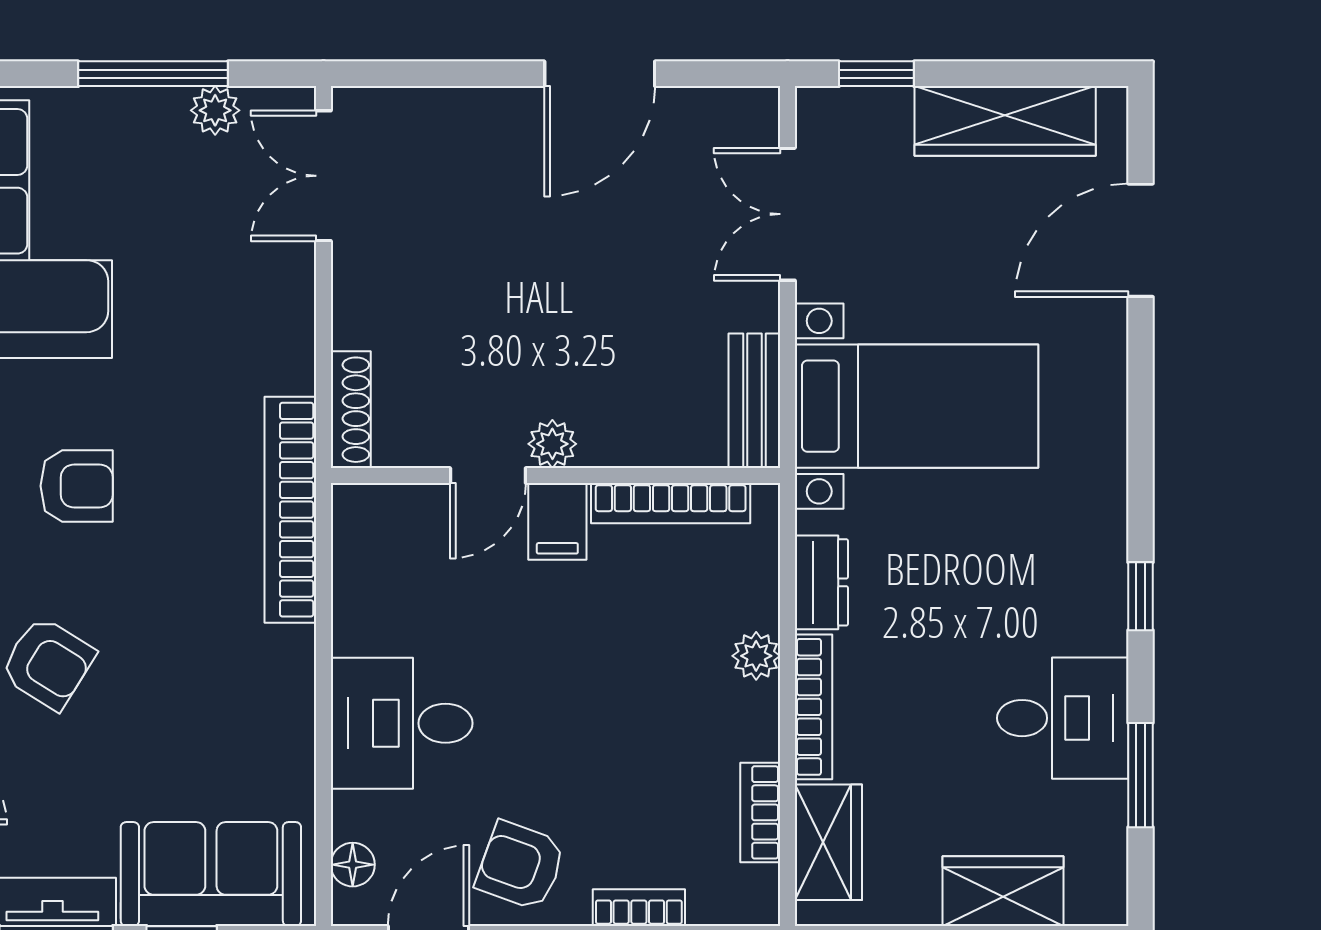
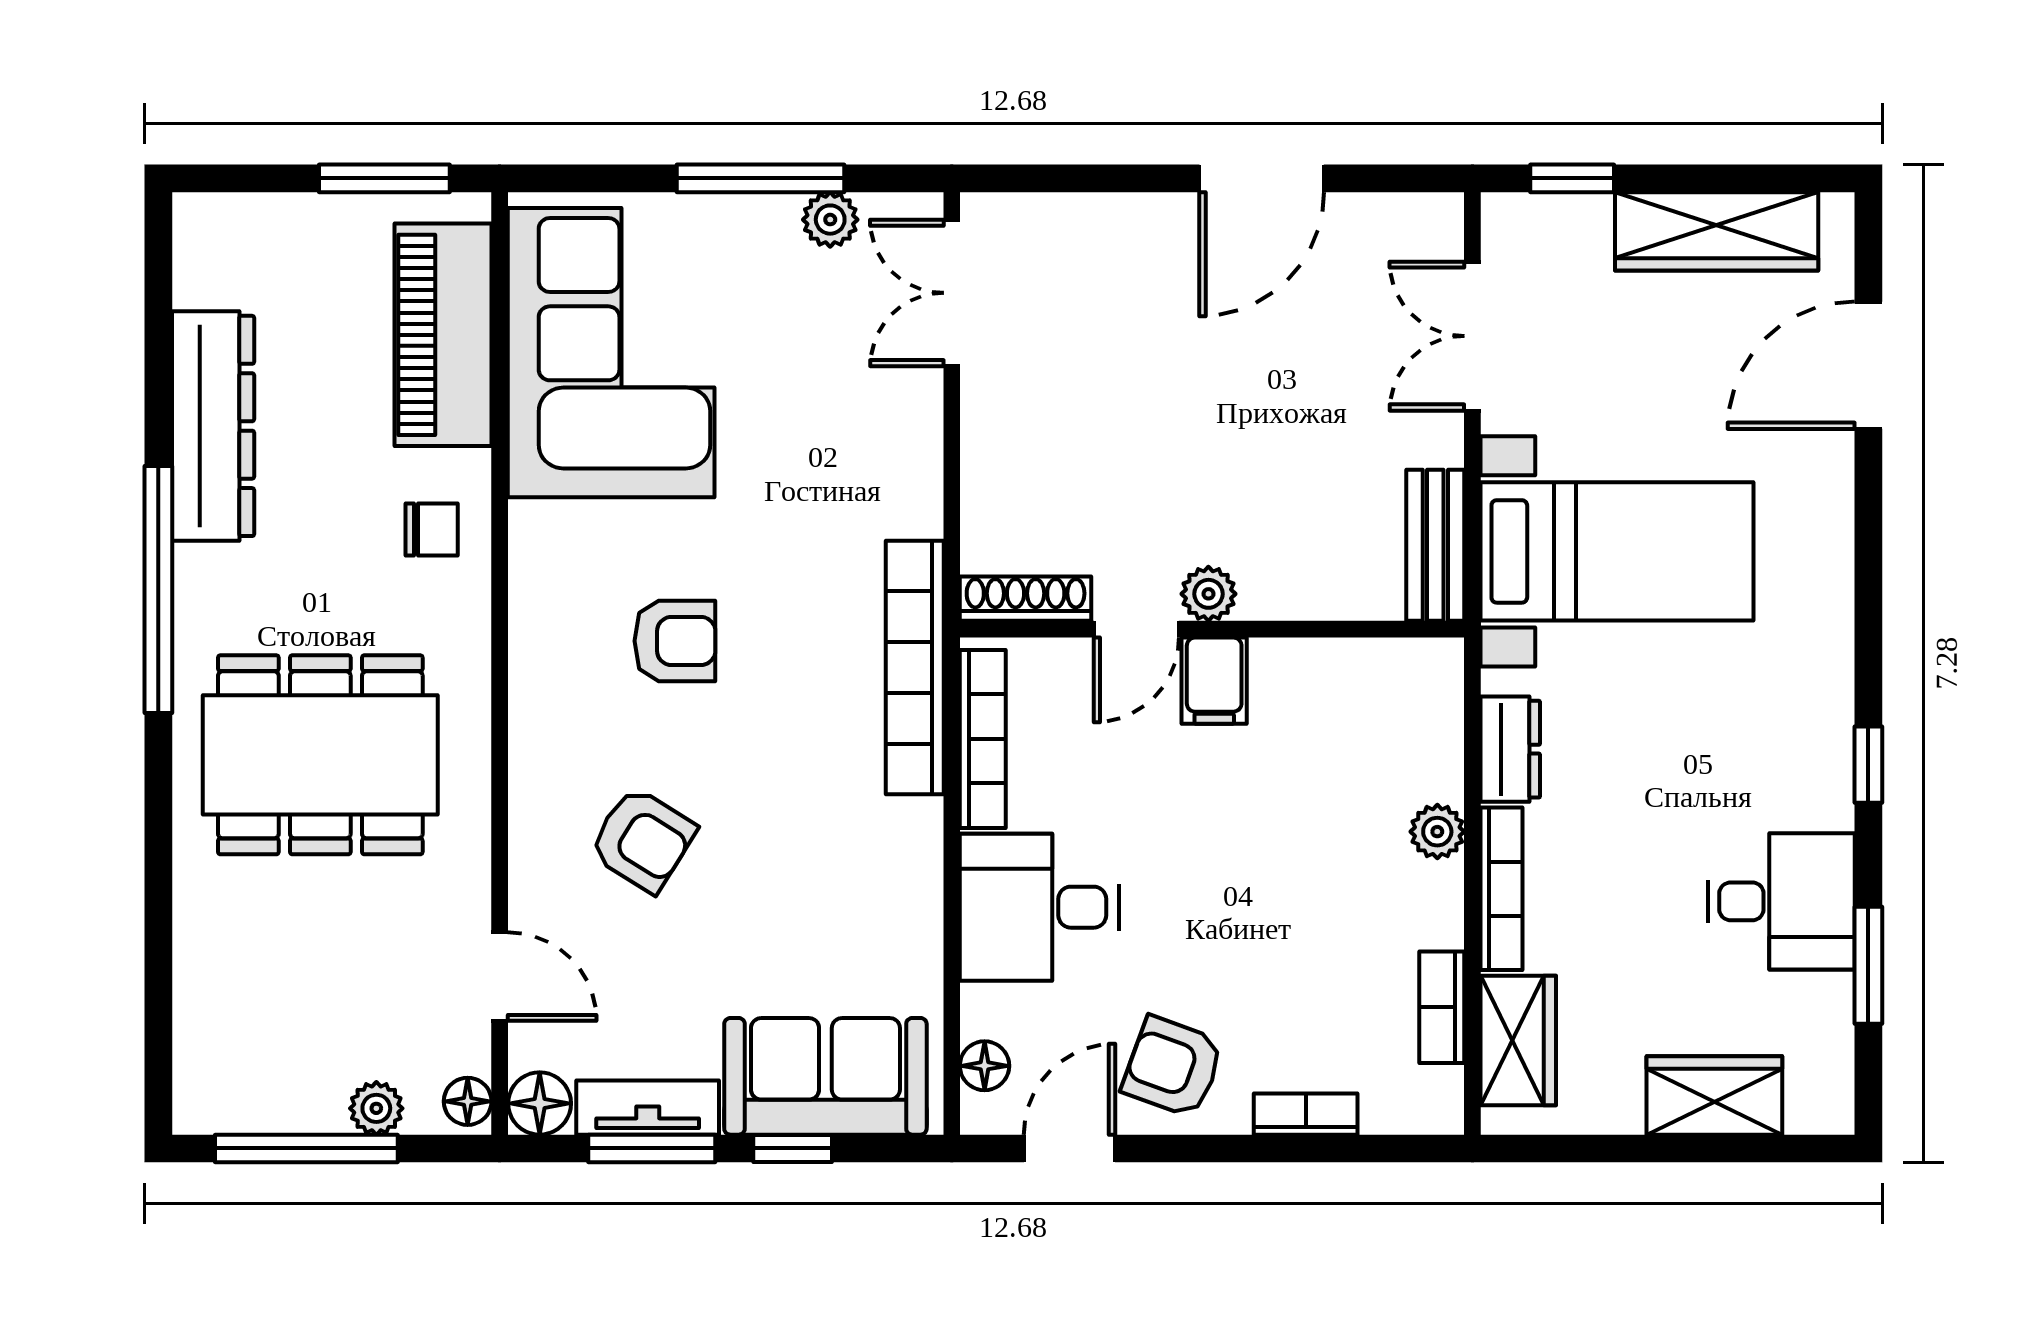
shoe rack: (351, 410) -> (1026, 599), moved, turned -90
bookcase: (671, 503) -> (983, 739), moved, turned -90

